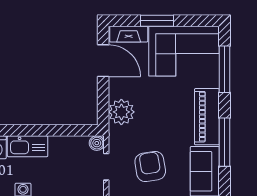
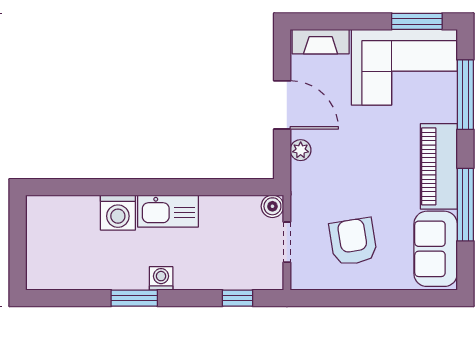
window: (157, 21) -> (417, 21), moved
door: (103, 61) -> (282, 105), moved
plant: (121, 112) -> (301, 150), width x0.53, depth x0.53

